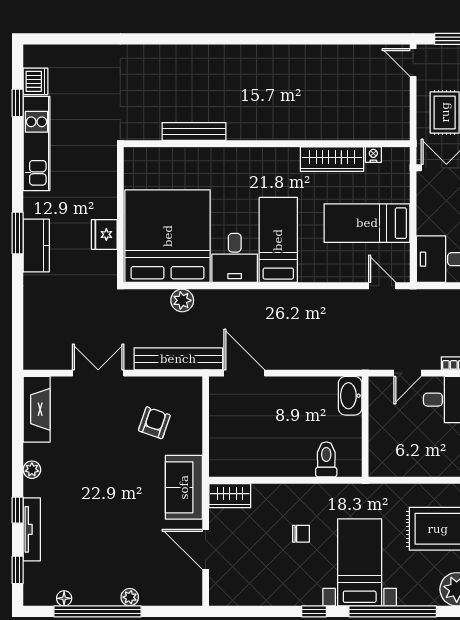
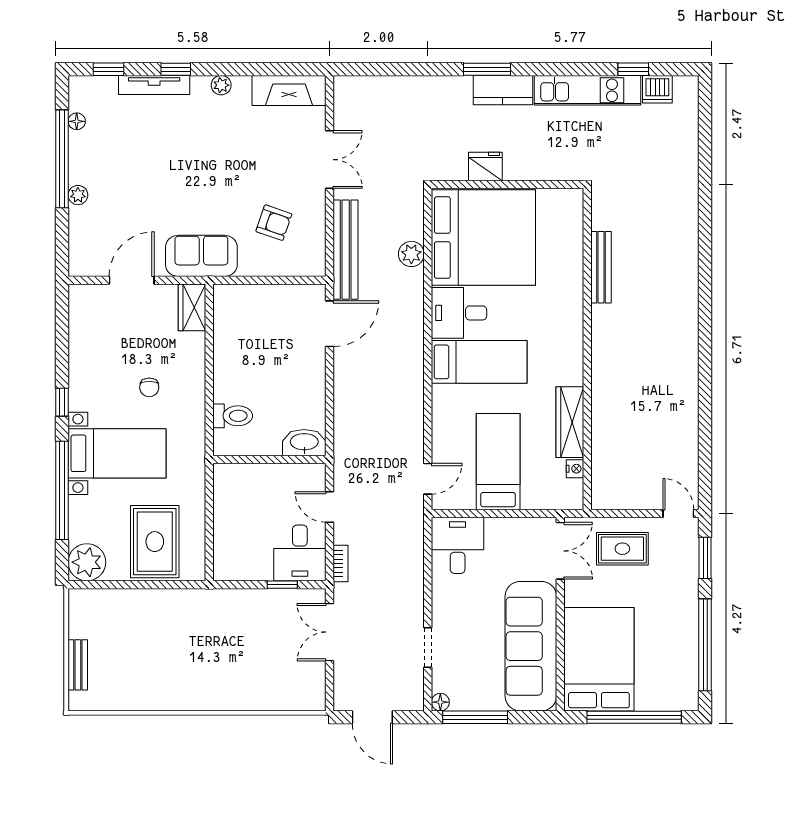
door: (413, 63) -> (678, 513), hinge flipped
kitchen counter: (36, 246) -> (503, 90), moved

